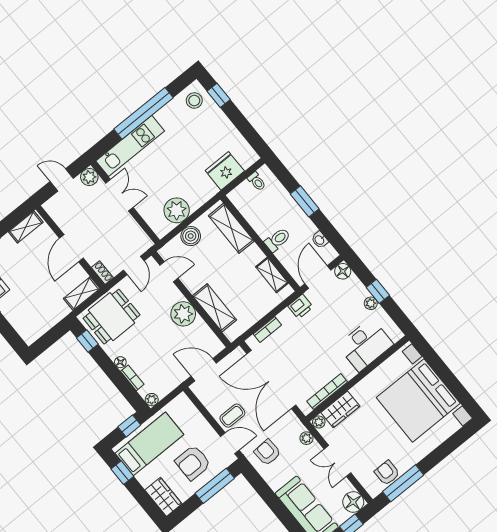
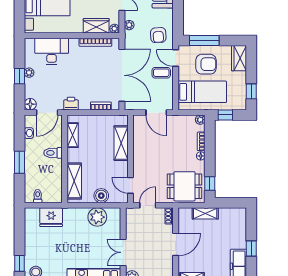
shelving: (82, 294) -> (205, 213), moved
plant: (183, 314) -> (142, 154), removed
bed: (149, 444) -> (202, 92), moved, turned 180

